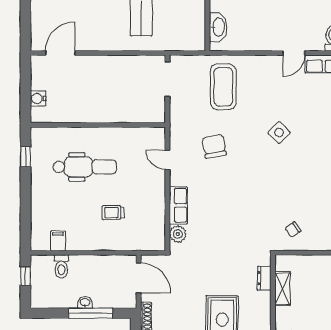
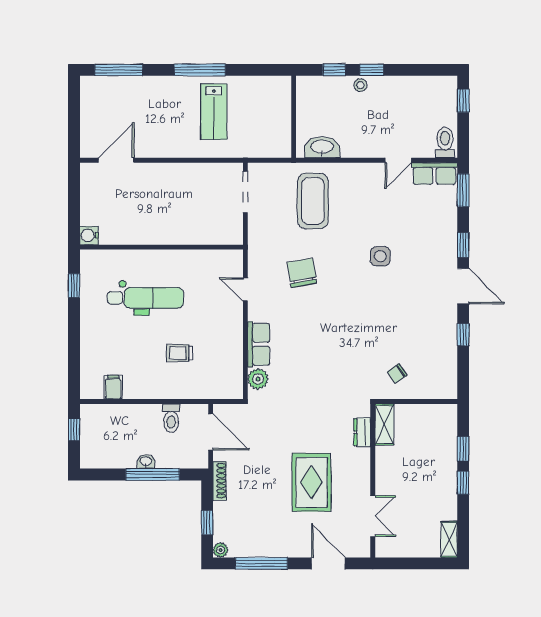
washbasin: (218, 27) -> (322, 147), moved, turned -90
water cooler: (38, 98) -> (89, 235), moved
side table: (279, 133) -> (380, 256), turned 45
toilet: (61, 266) -> (171, 418), moved
shelving: (282, 289) -> (384, 424), moved

